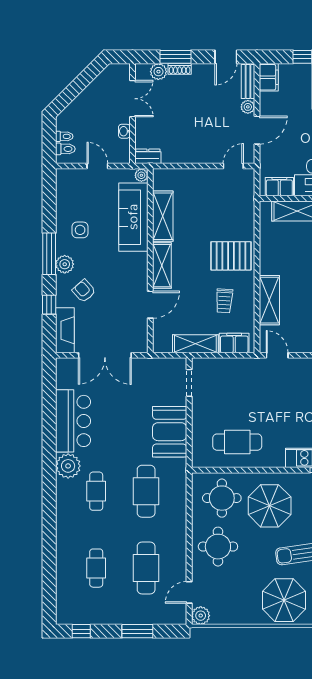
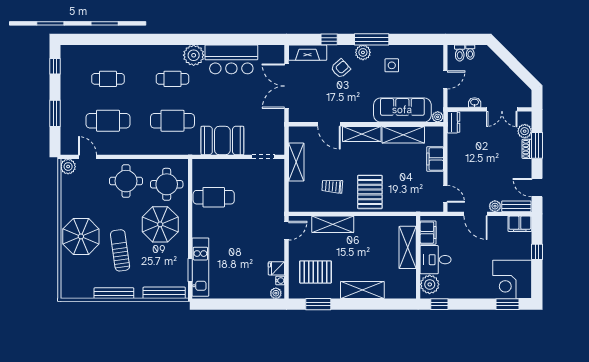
filing cabinet: (234, 343) -> (435, 159), moved, turned 180
cafe table: (237, 442) -> (214, 197), turned 90

